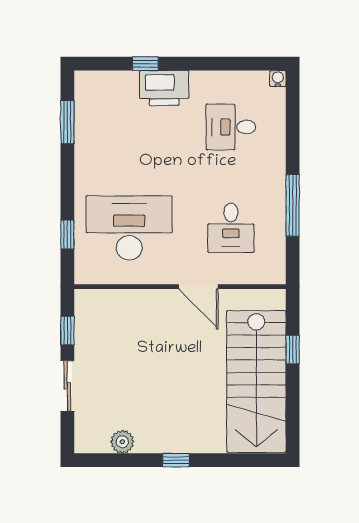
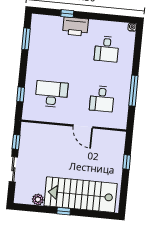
desk: (231, 127) -> (107, 49), turned -90
desk: (129, 228) -> (51, 94), width x0.73, depth x0.77
stairs: (256, 381) -> (81, 195), moved, turned 90

